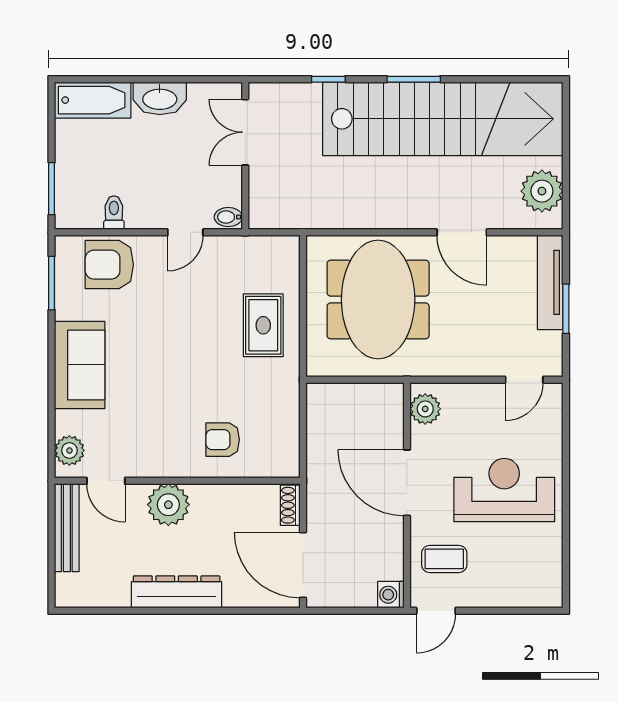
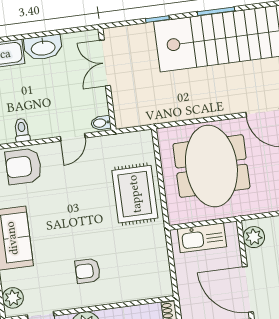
rug: (263, 325) -> (135, 194), width x1.36, depth x1.43
kitchen sink: (351, 400) -> (202, 238), added
armchair: (223, 440) -> (88, 271), moved

